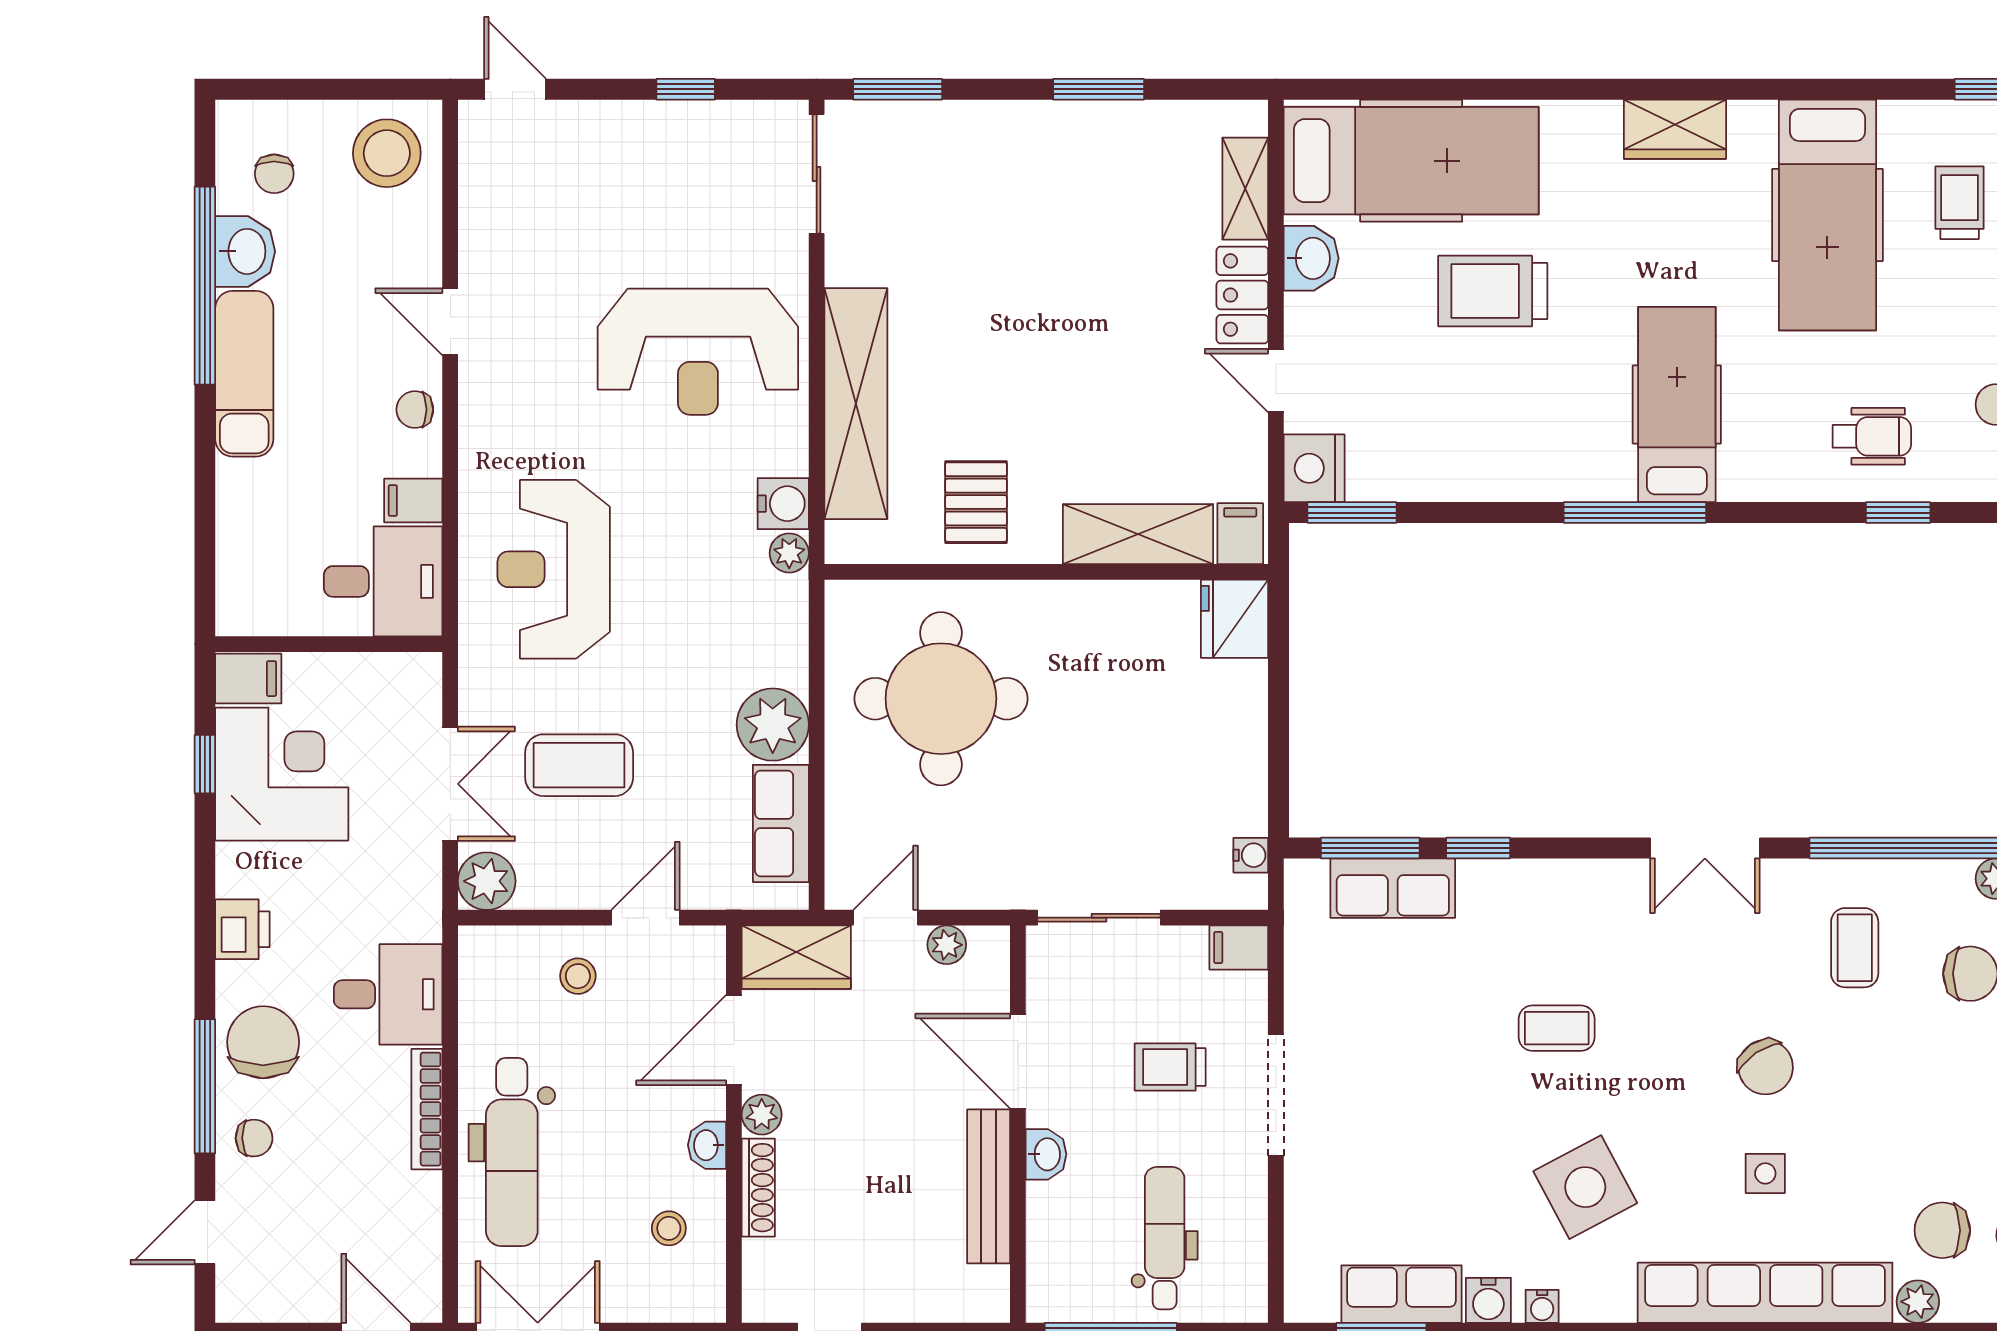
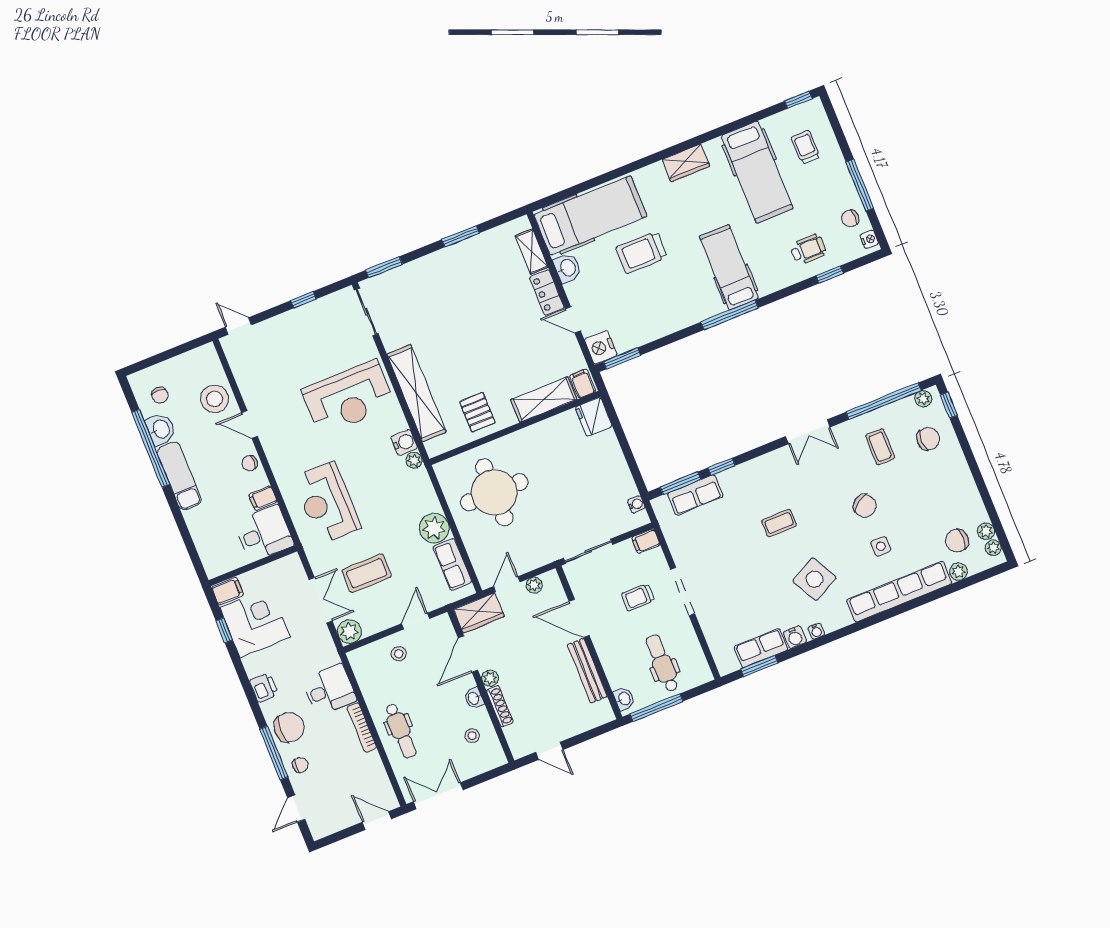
stool: (387, 153) -> (215, 399), moved
chair: (263, 1042) -> (289, 727), turned 90
dental chair: (512, 1152) -> (401, 731), width x0.73, depth x0.72
washbasin: (1046, 1154) -> (624, 699), moved

